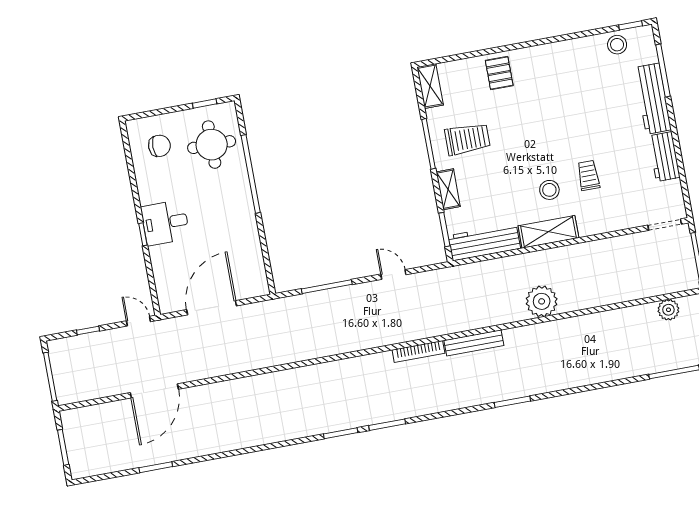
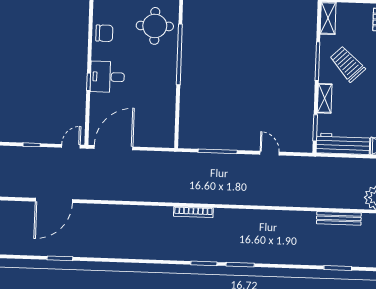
trolley: (467, 139) -> (347, 64), turned -134
chair: (159, 146) -> (104, 33), moved
door: (212, 308) -> (113, 148), moved
door: (138, 321) -> (71, 146), hinge flipped
bench: (474, 343) -> (339, 218), moved
bookcase: (418, 351) -> (193, 212), moved
door: (154, 391) -> (54, 200), moved

